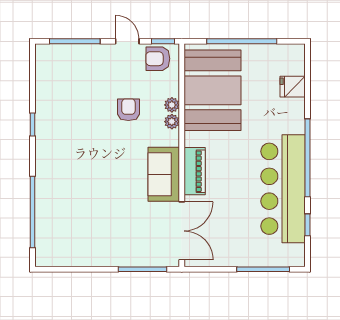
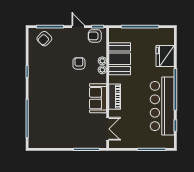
armchair: (64, 64) -> (44, 39), added
fridge: (293, 87) -> (165, 56), width x1.88, depth x1.34
booth: (212, 90) -> (120, 59), width x0.73, depth x0.70
double door: (182, 231) -> (108, 129), width x0.73

